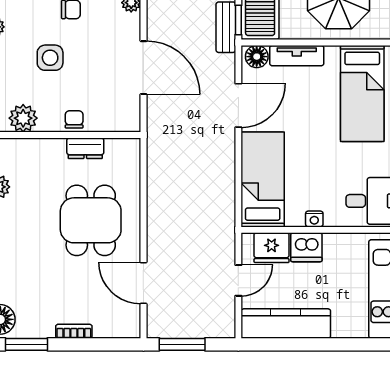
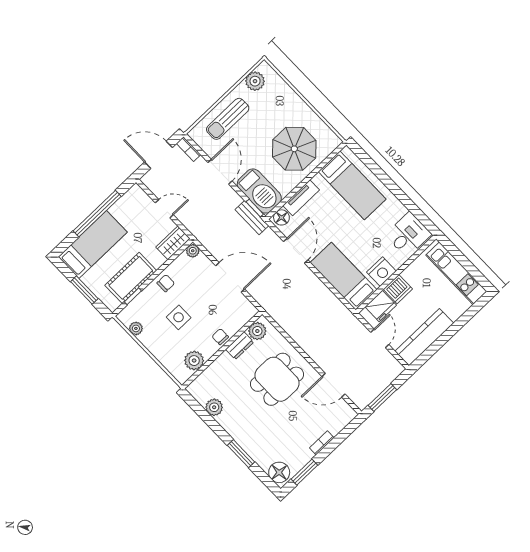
plant: (118, 151) -> (257, 331), added
nightstand: (314, 219) -> (381, 272), width x1.89, depth x1.79
dining table: (91, 220) -> (277, 379), turned 90

